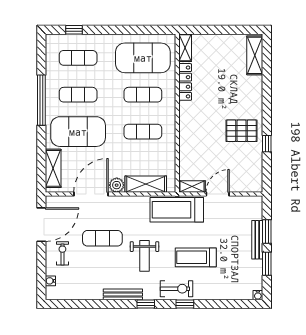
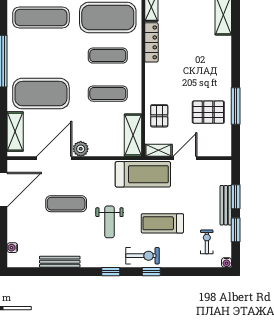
exercise mat: (78, 58) -> (41, 17), width x1.36, depth x1.45
exercise mat: (78, 95) -> (41, 56), removed
pallet: (242, 131) -> (208, 112), moved
window: (267, 144) -> (236, 106), width x2.17
pallet: (193, 153) -> (159, 116), added
shelving: (146, 184) -> (133, 135), moved, turned 90
treadmill: (177, 210) -> (143, 174), turned 180
exercise bike: (62, 253) -> (207, 242), moved
bench: (123, 294) -> (60, 262), moved

